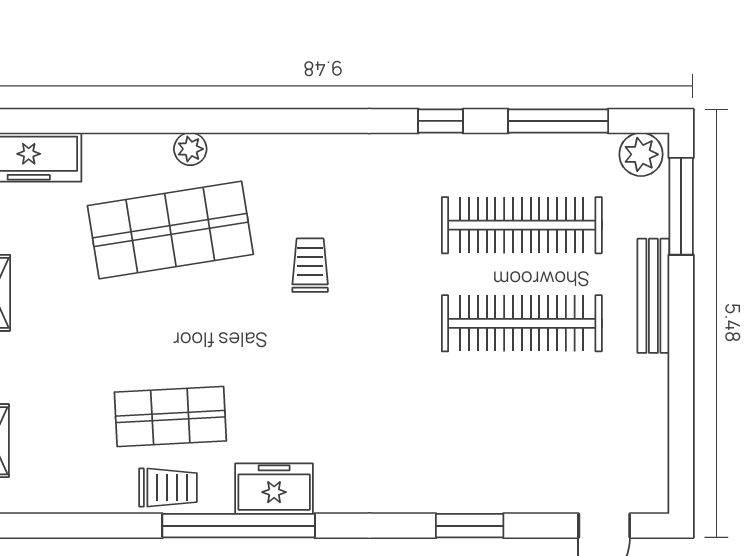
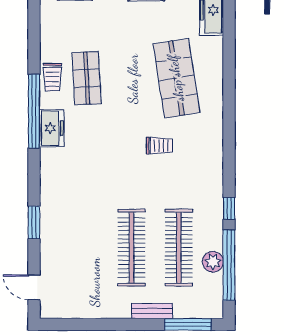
window: (558, 121) -> (229, 265), width x1.46
plant: (190, 149) -> (216, 88), removed
plant: (641, 154) -> (213, 262), moved
bench: (653, 296) -> (152, 311), width x0.73

